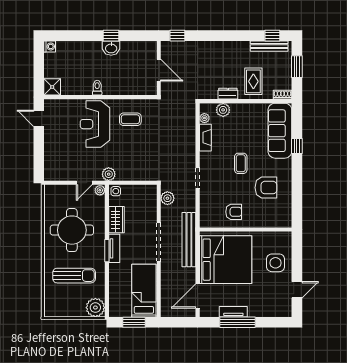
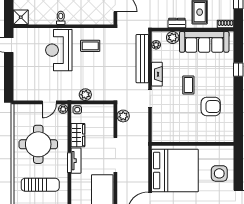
sofa: (280, 131) -> (204, 42), moved, turned -90
fireplace: (205, 138) -> (157, 74), moved
plant: (109, 174) -> (85, 95), moved
armchair: (234, 212) -> (182, 128), removed
bench: (189, 240) -> (142, 59), moved

